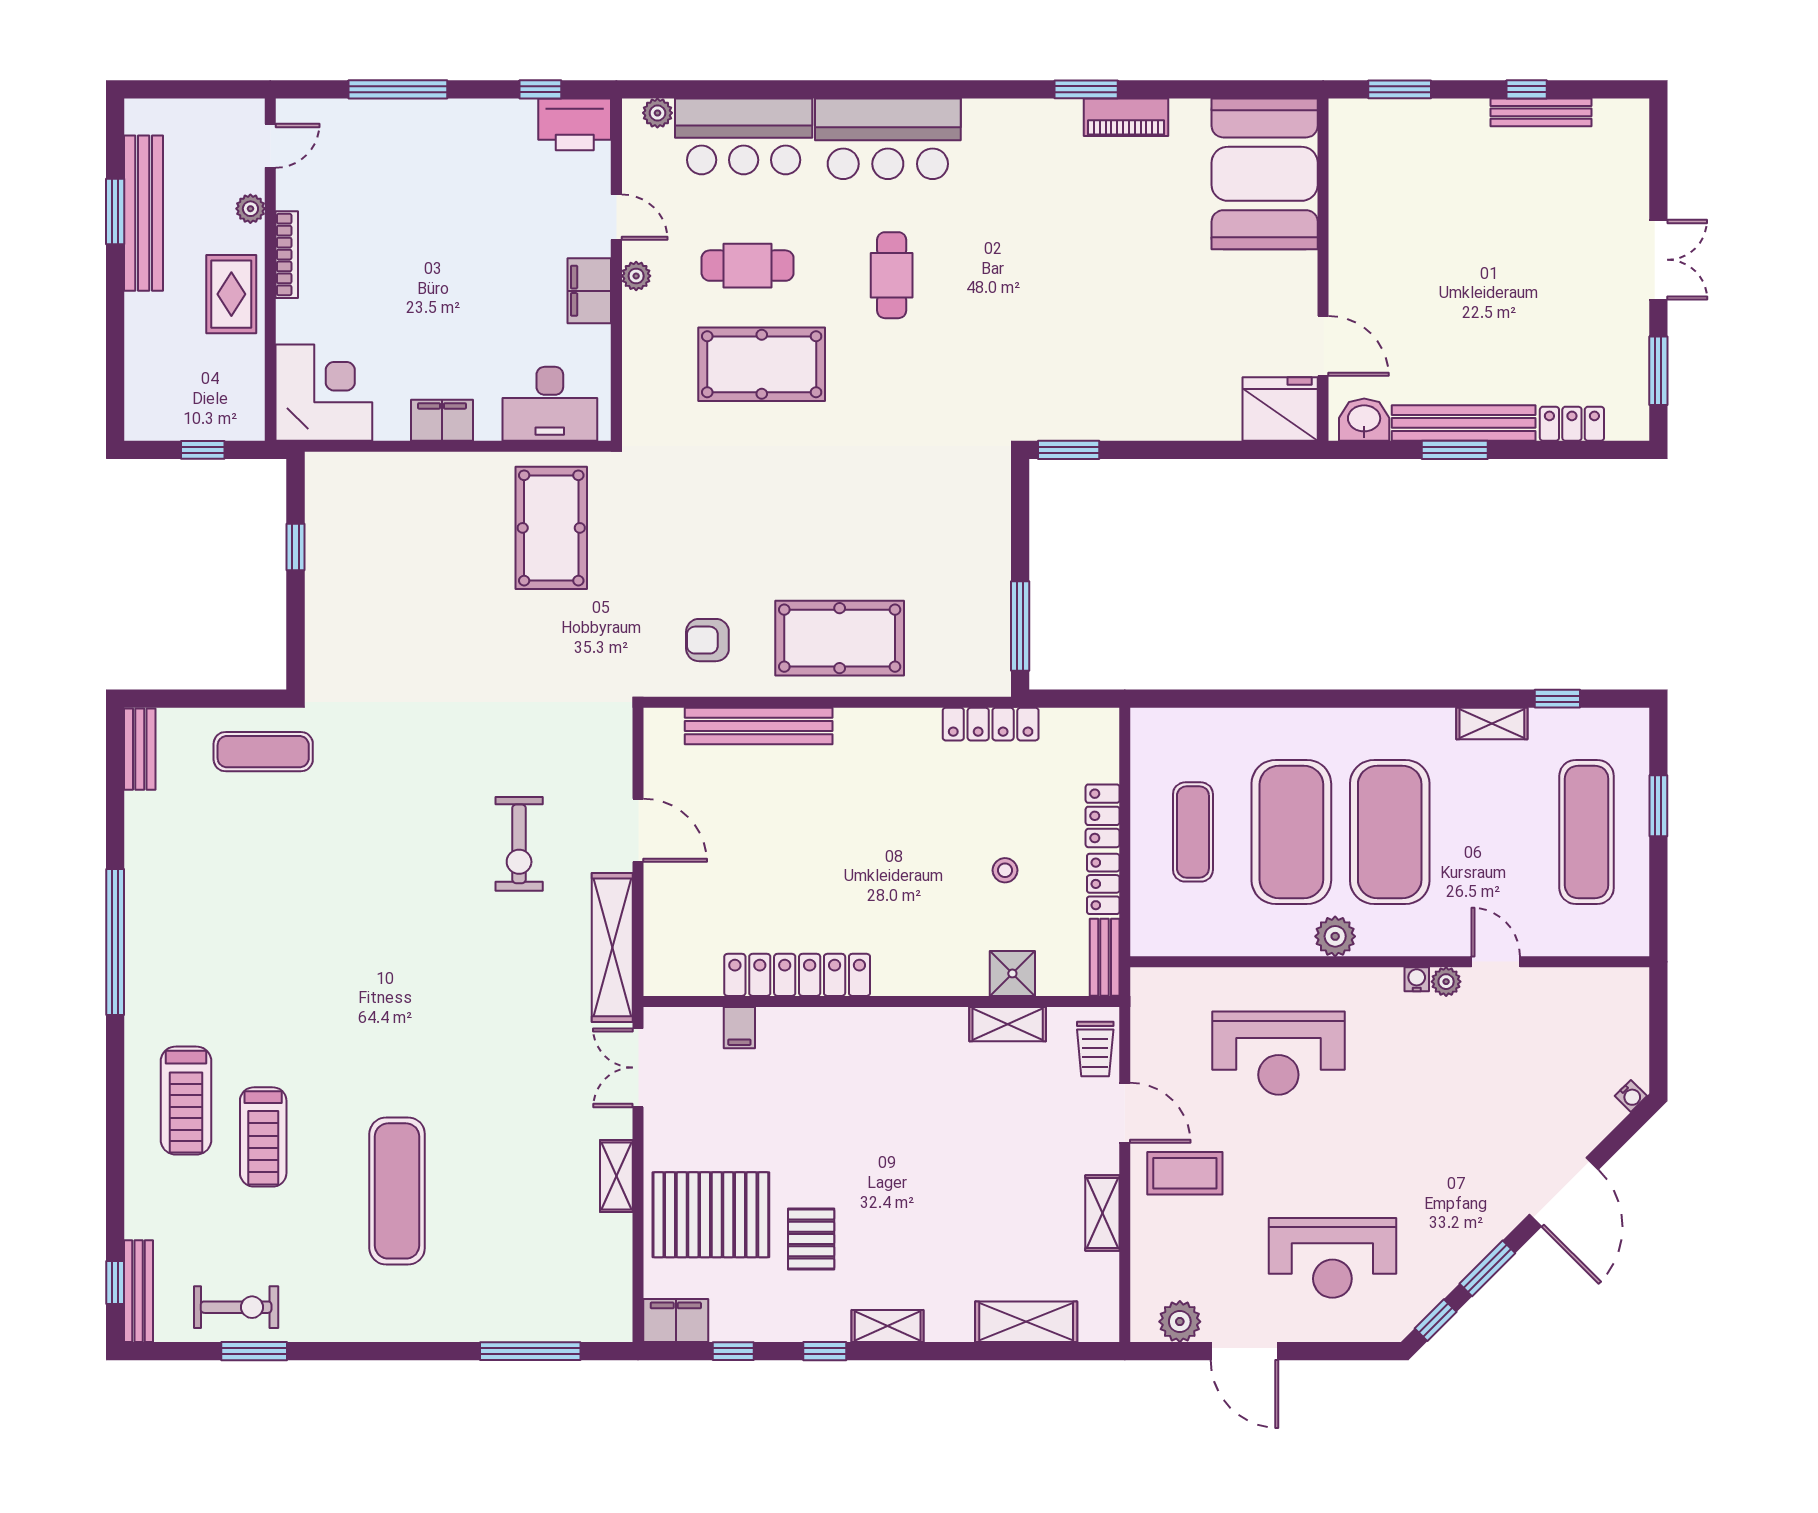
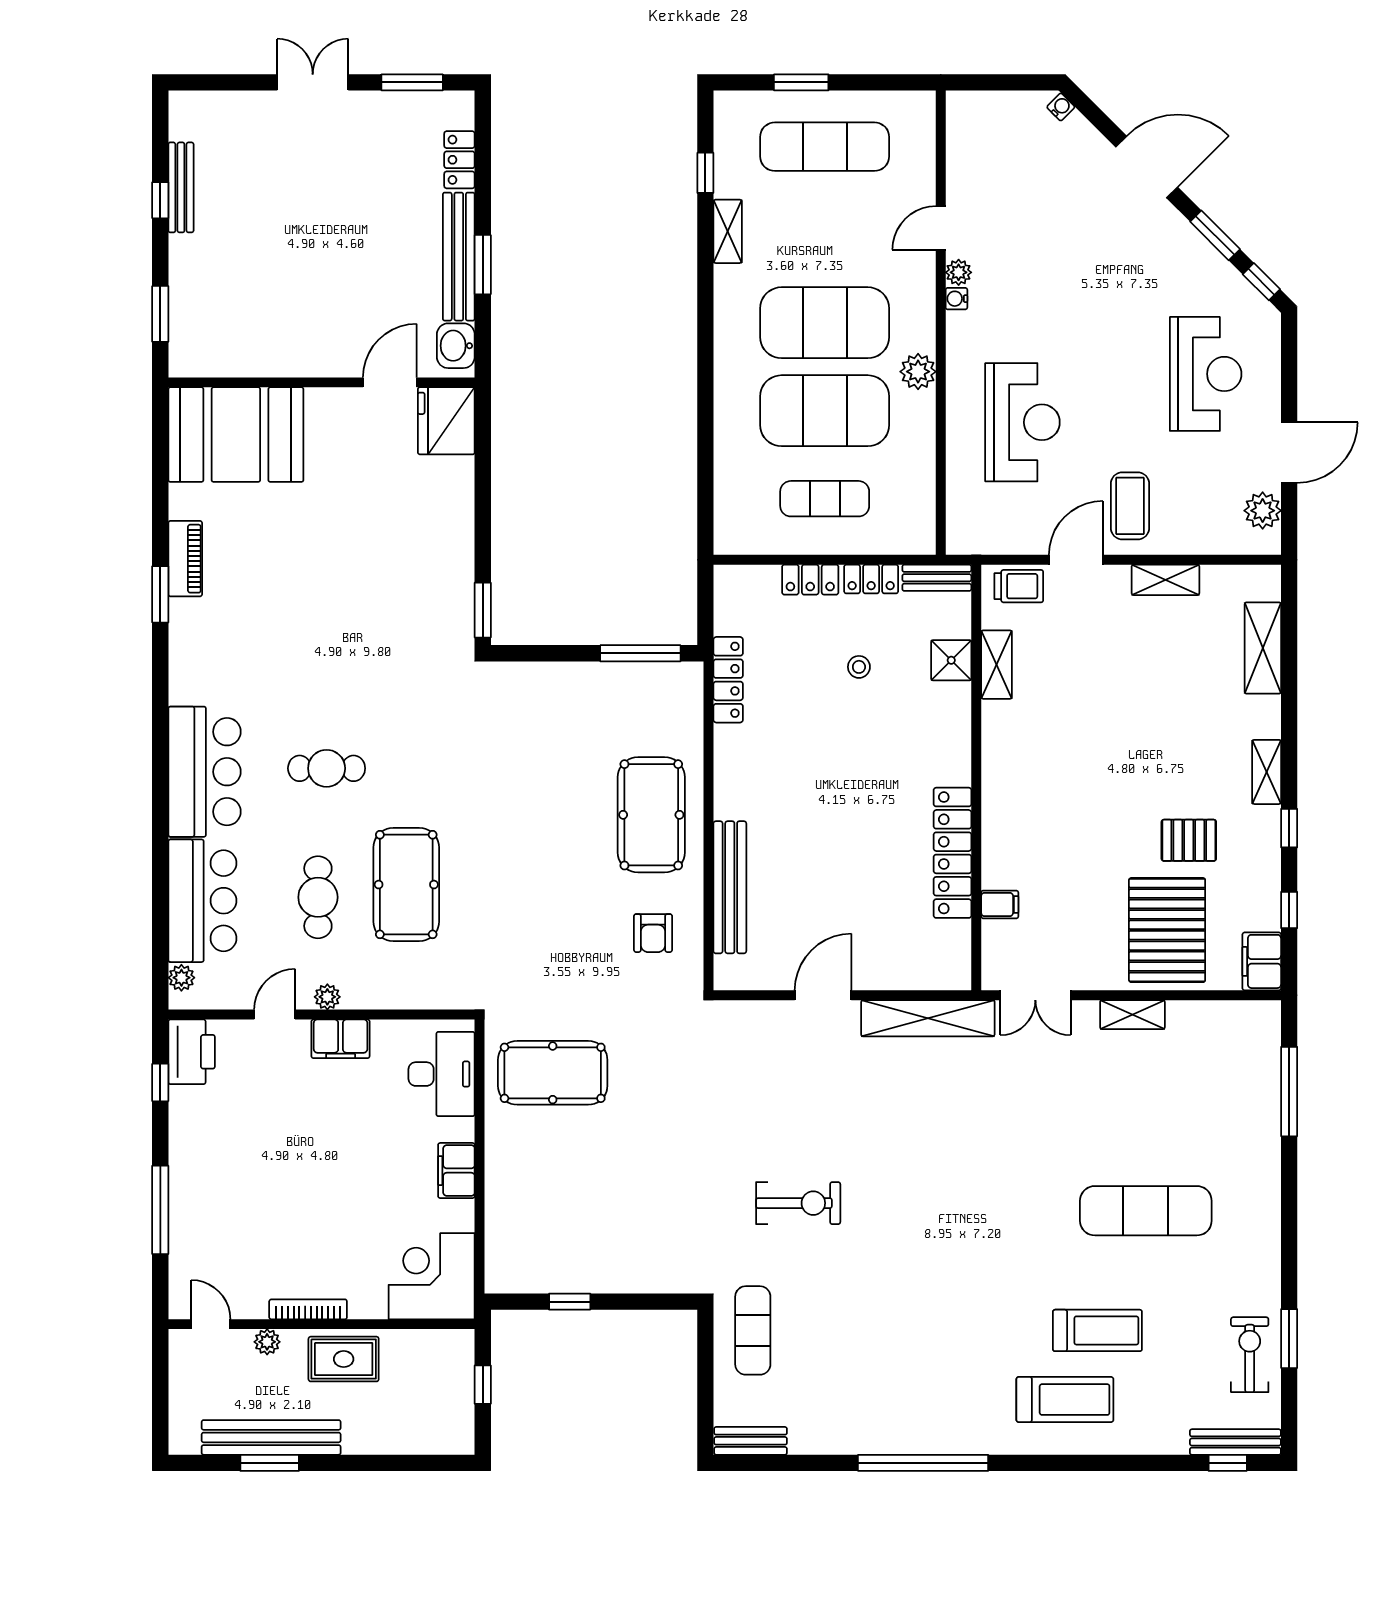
exercise bike: (519, 844) -> (798, 1203), moved

